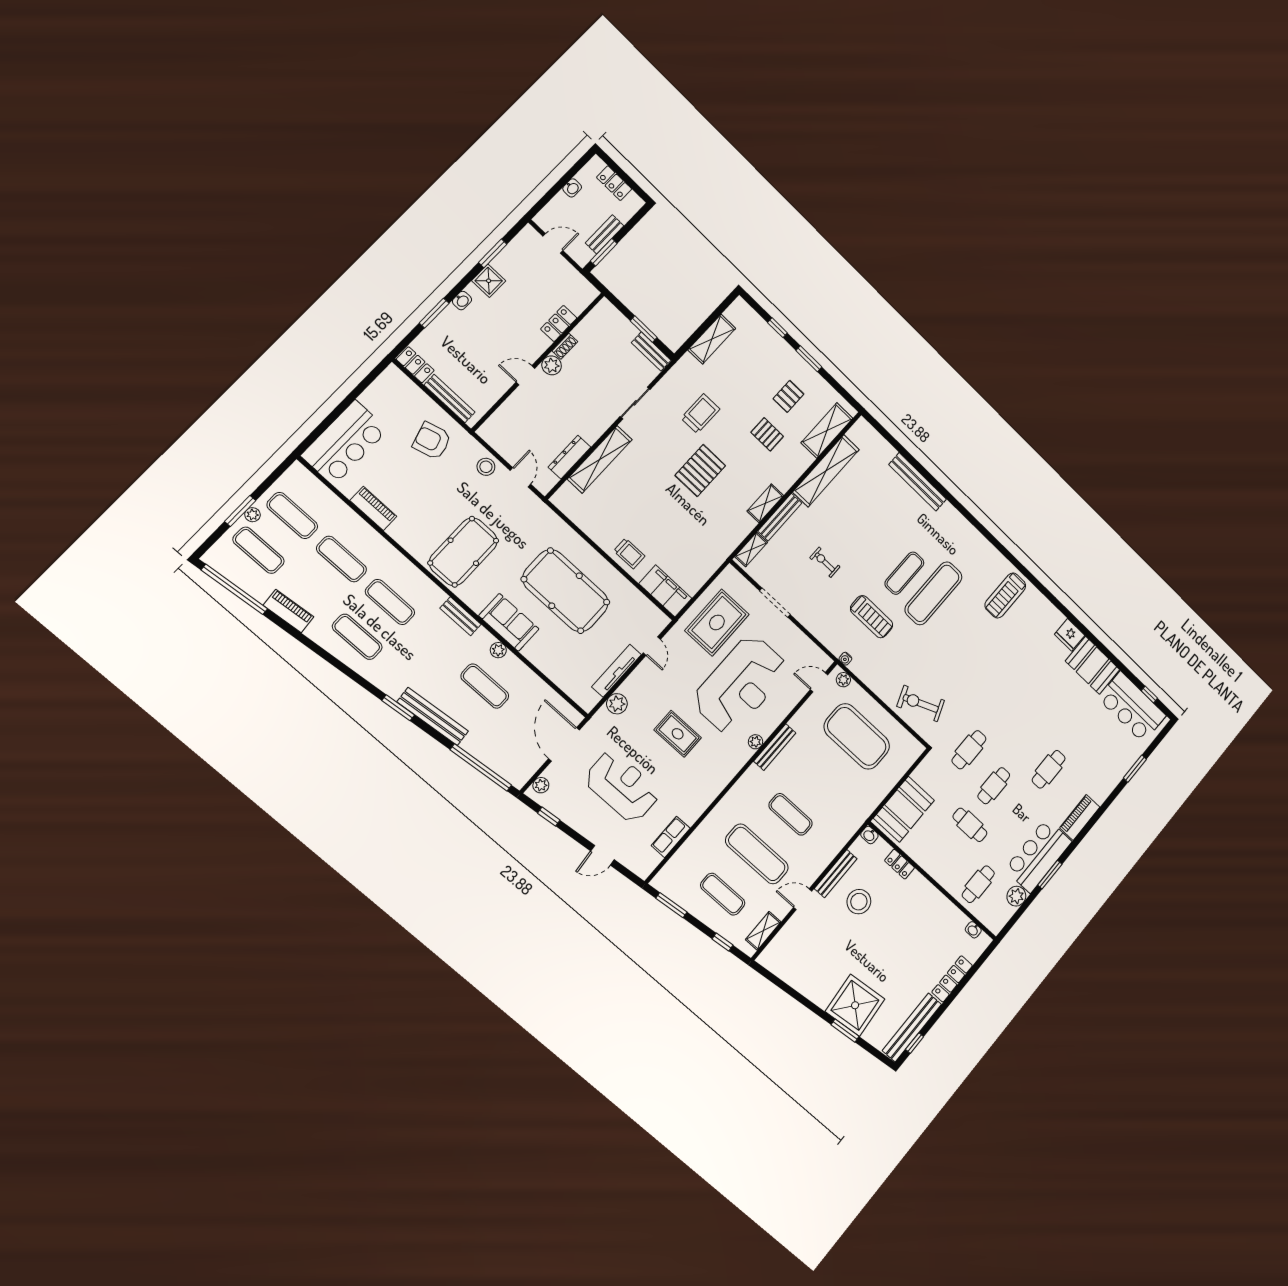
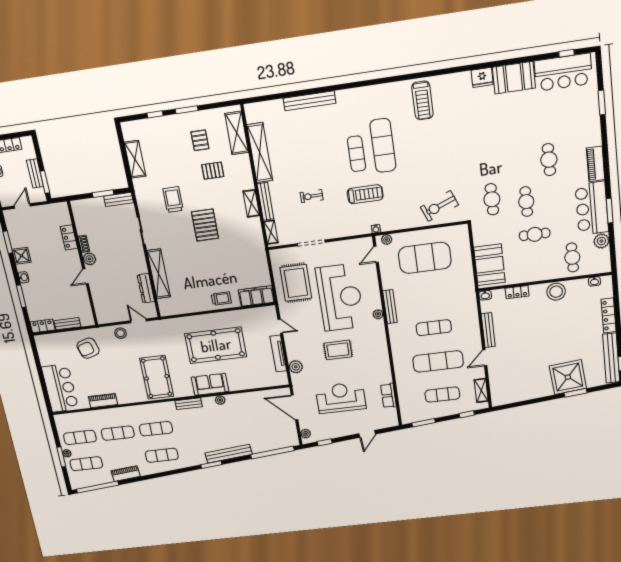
bench: (450, 399) -> (67, 324), width x0.73
exercise mat: (485, 686) -> (233, 420), removed
stool: (859, 902) -> (556, 292), moved

